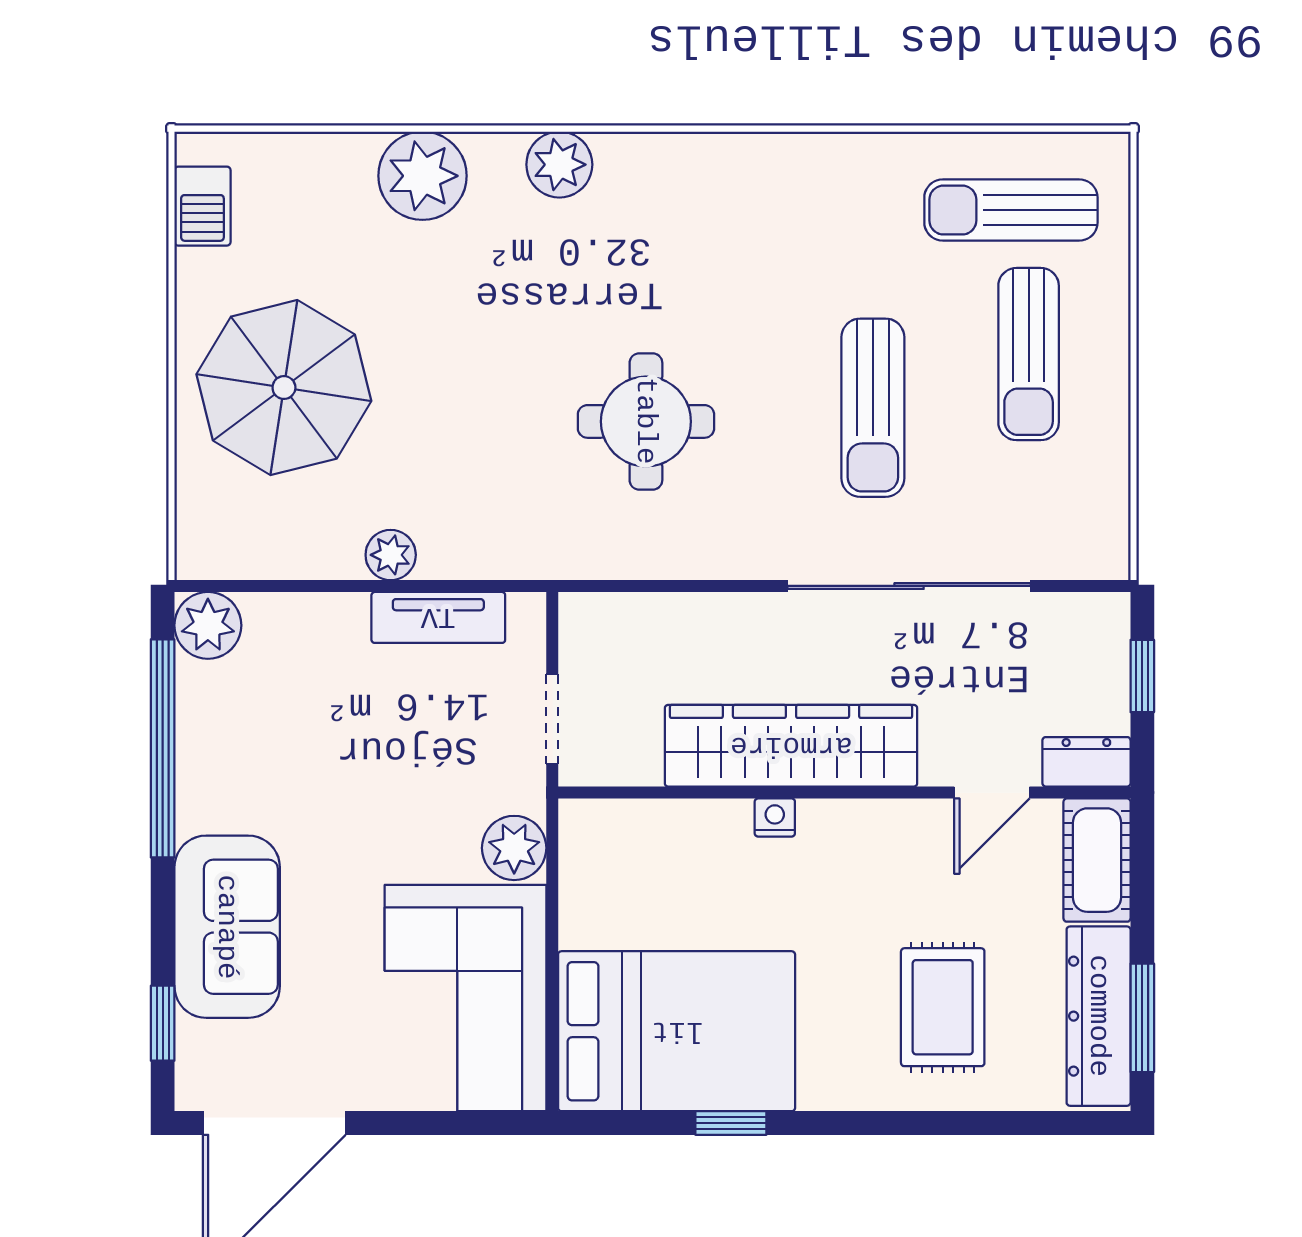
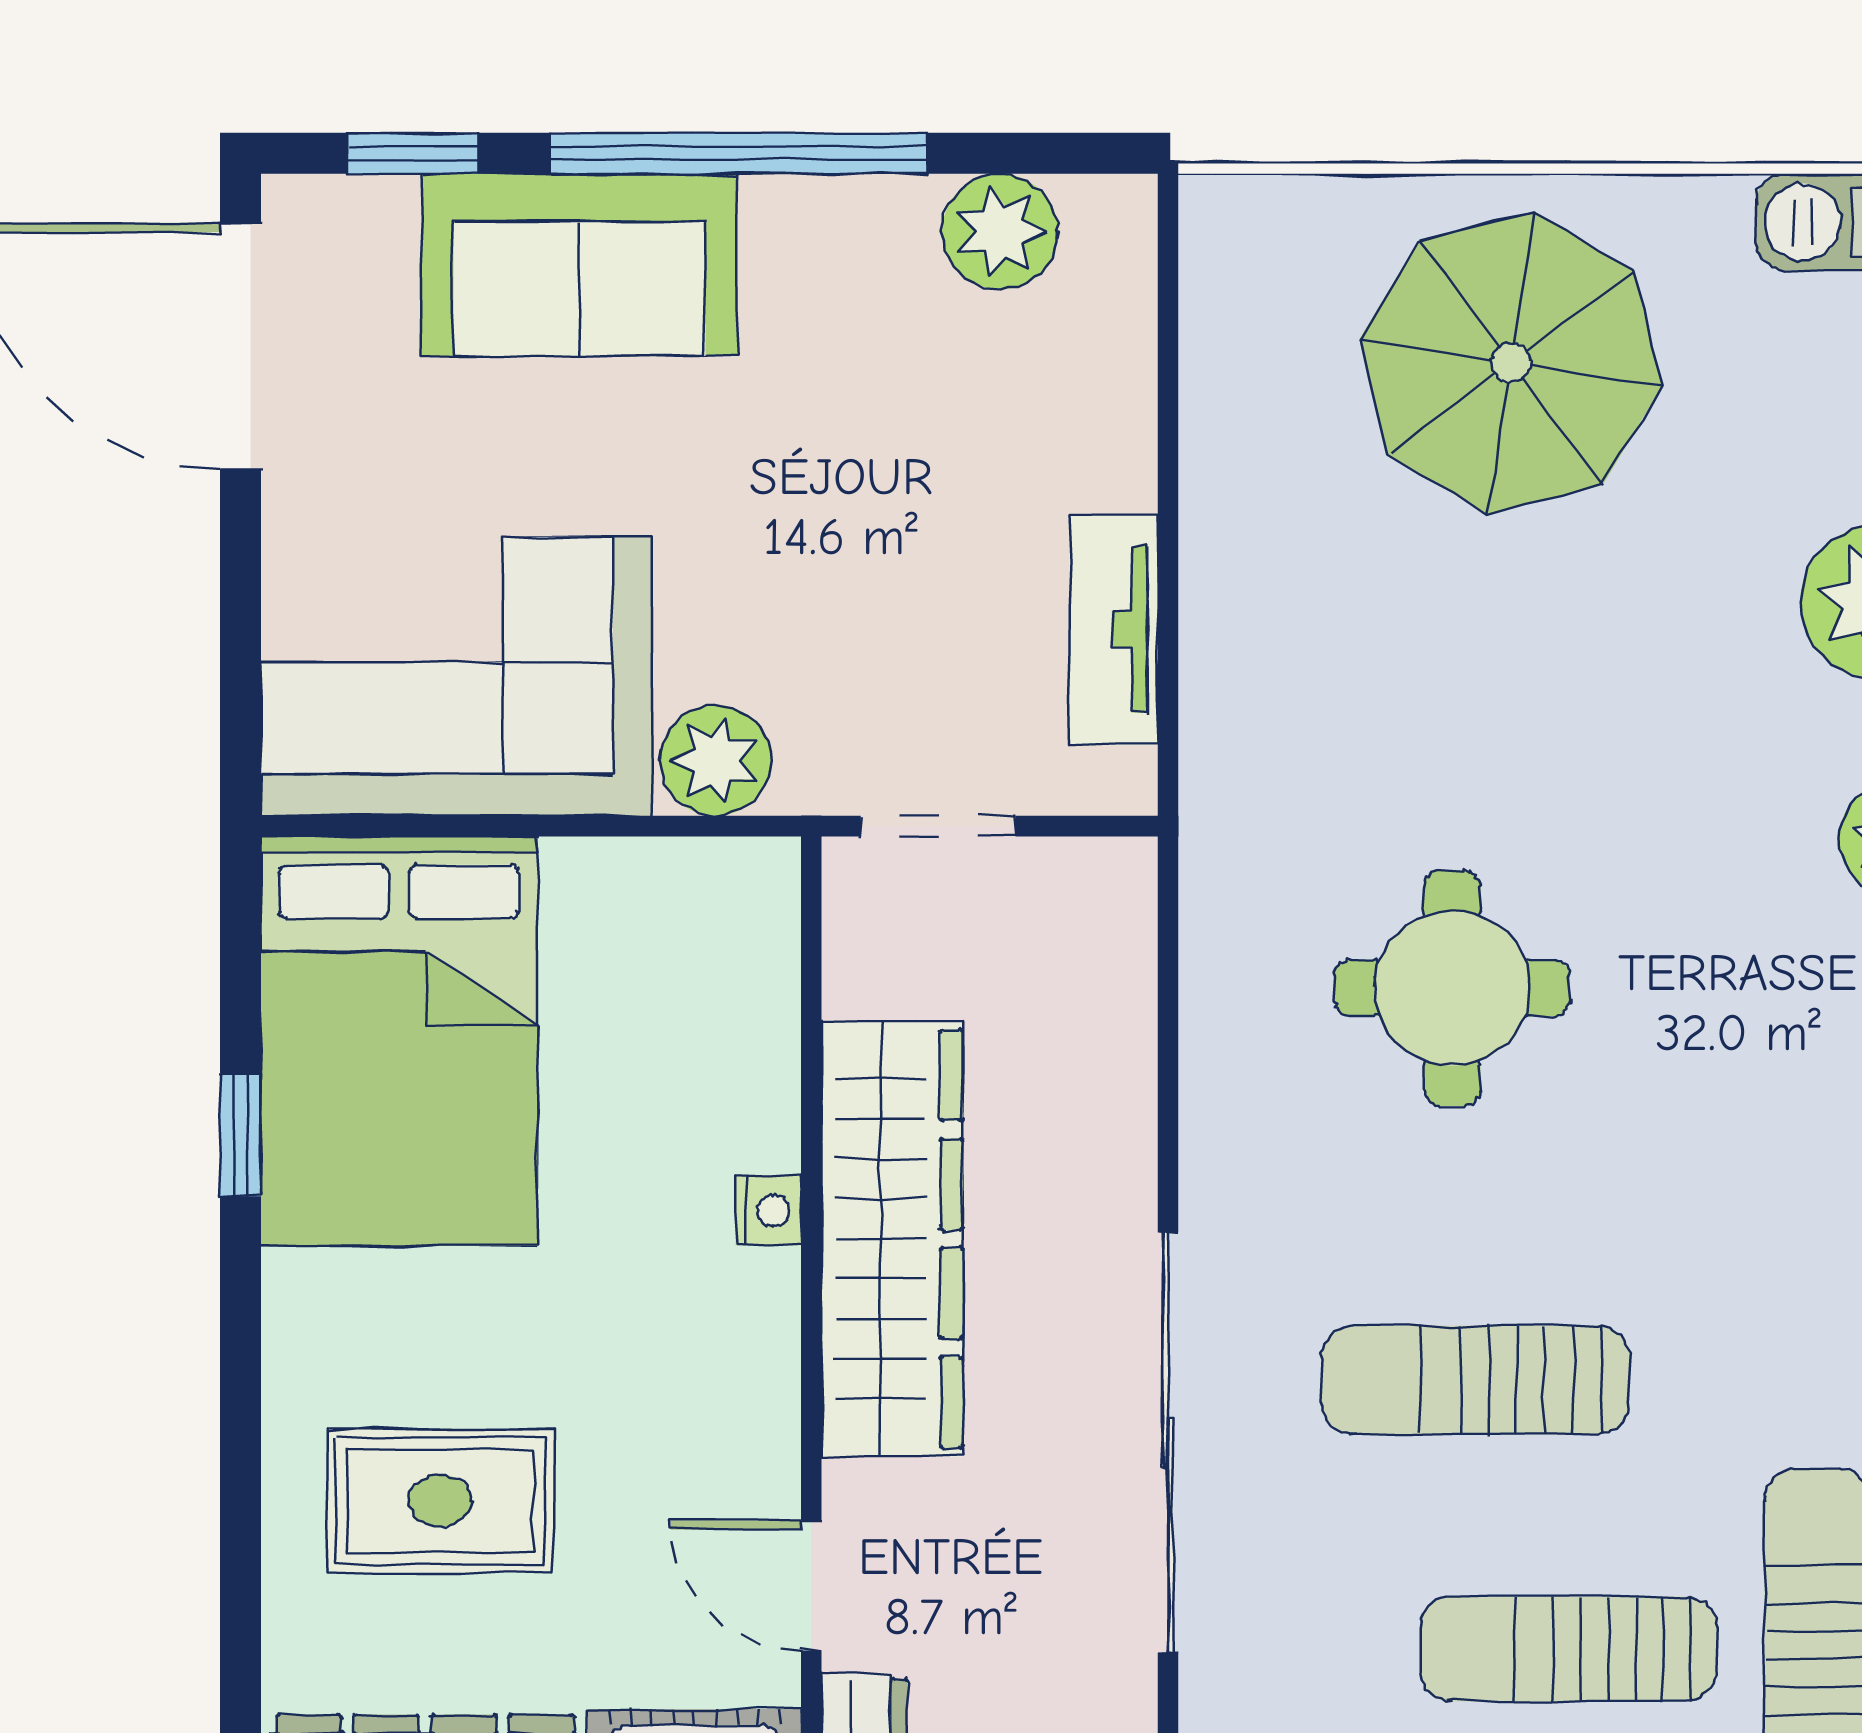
plant: (391, 555) -> (1222, 547), removed
plant: (208, 625) -> (1000, 231), moved
window: (163, 748) -> (738, 153), moved

